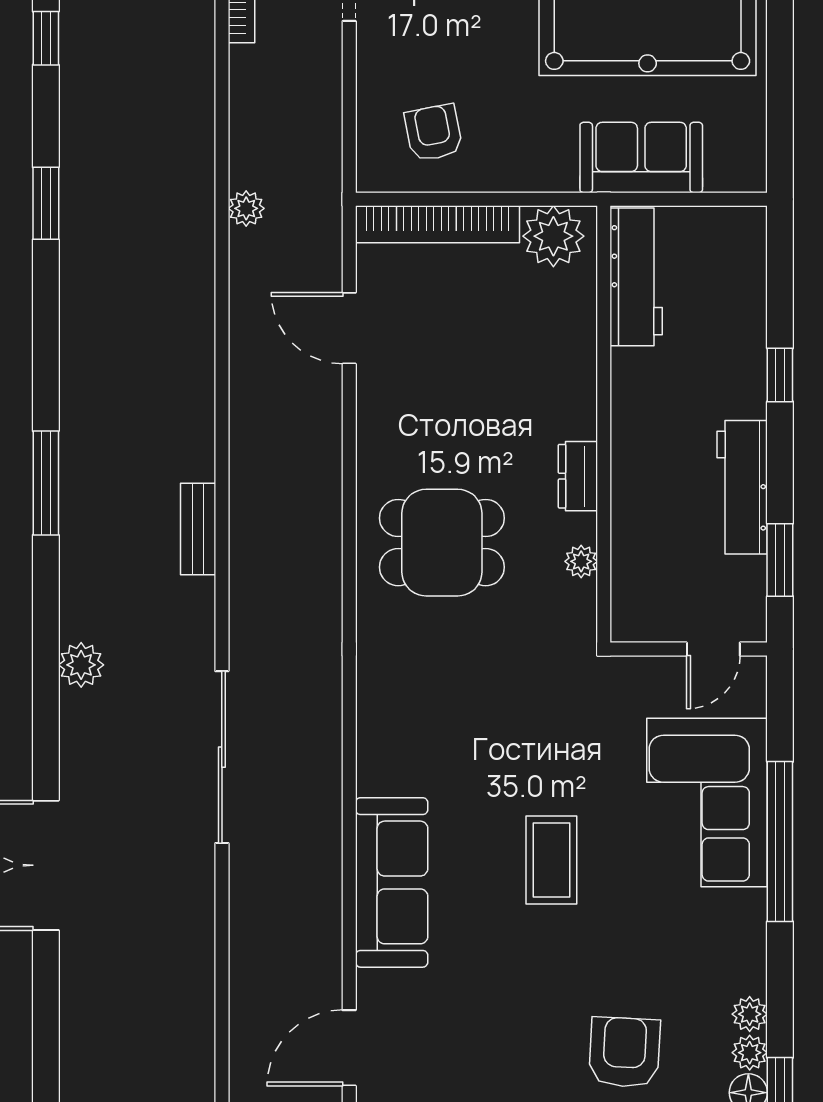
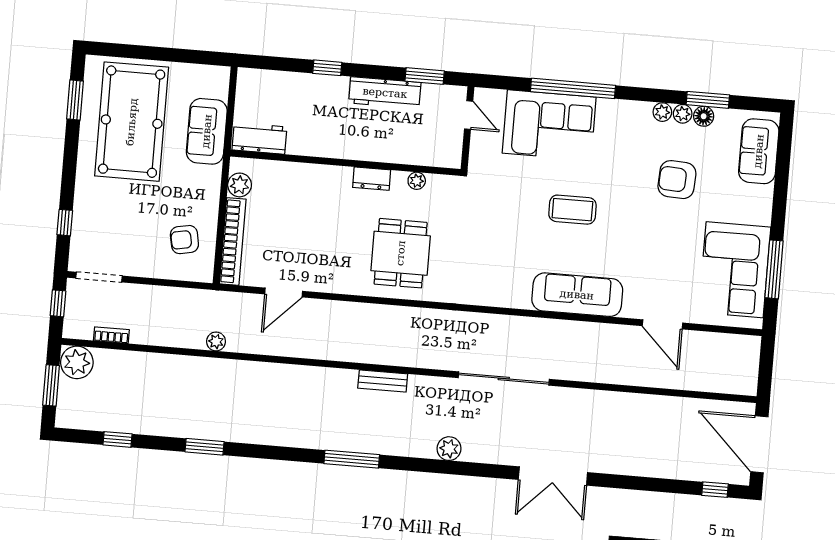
plant: (553, 236) -> (240, 185), width x0.73, depth x0.73
workbench: (636, 277) -> (259, 138), width x0.73

